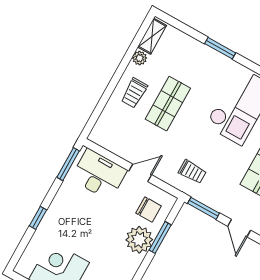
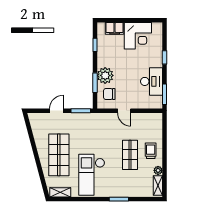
trolley: (192, 172) -> (97, 126), removed
door: (140, 173) -> (124, 111), hinge flipped
desk: (99, 175) -> (151, 81), moved, turned -90
door: (239, 228) -> (56, 111), hinge flipped

